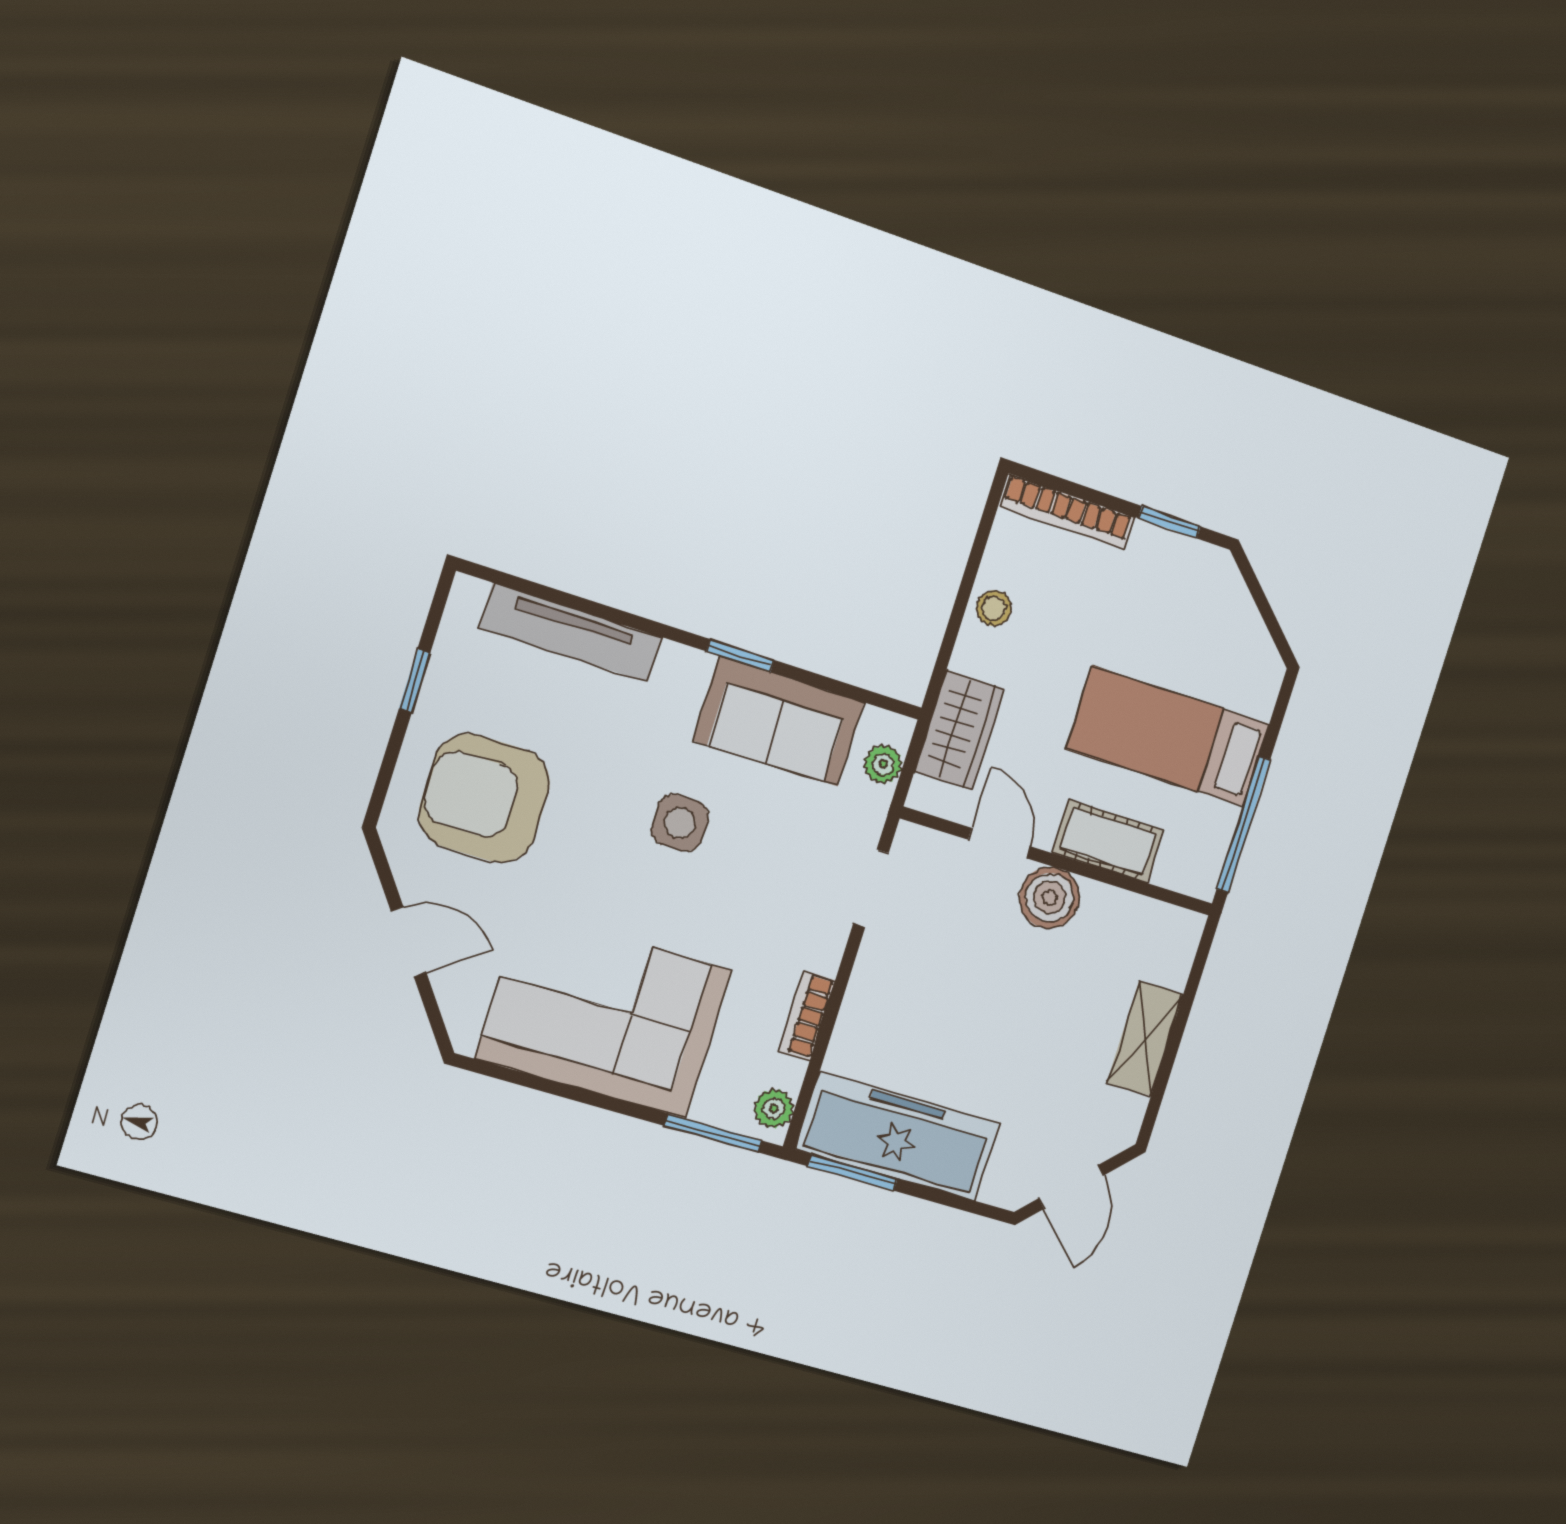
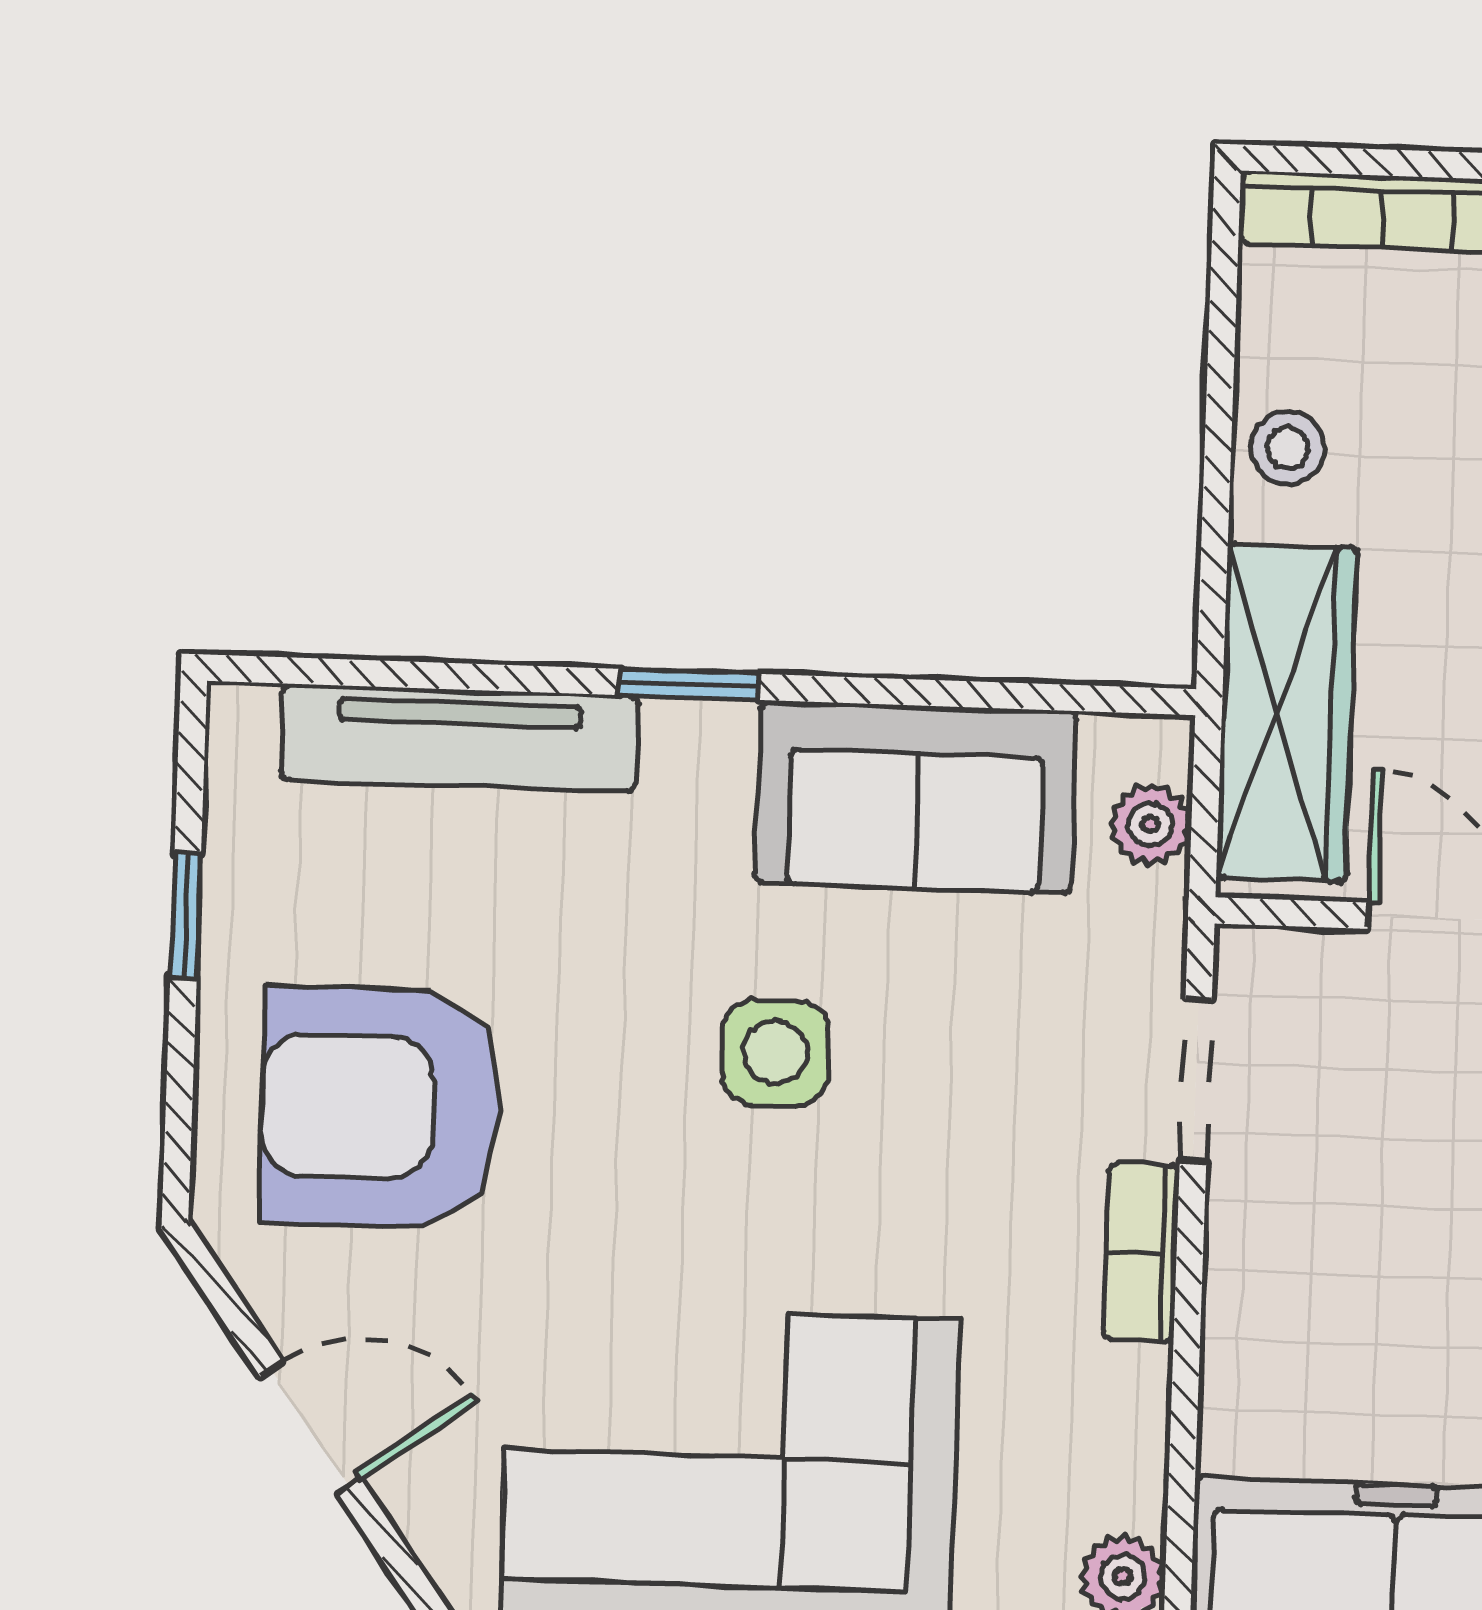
window: (740, 656) -> (689, 684), moved
wardrobe: (959, 730) -> (1287, 713), width x1.50
bookcase: (807, 1015) -> (1141, 1253), moved

